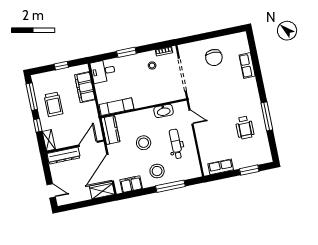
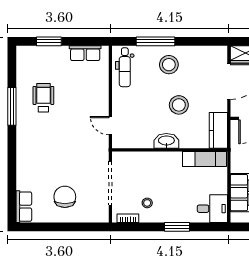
row of seats: (247, 66) -> (24, 207), moved
washbasin: (164, 111) -> (166, 141), moved
dental chair: (176, 144) -> (125, 67), moved
filing cabinet: (131, 184) -> (206, 54), removed

